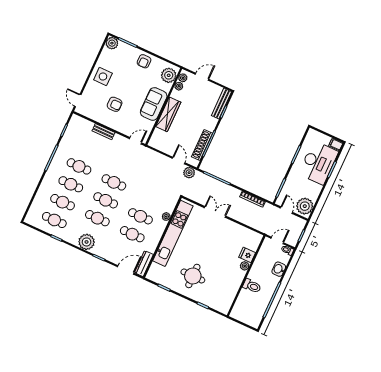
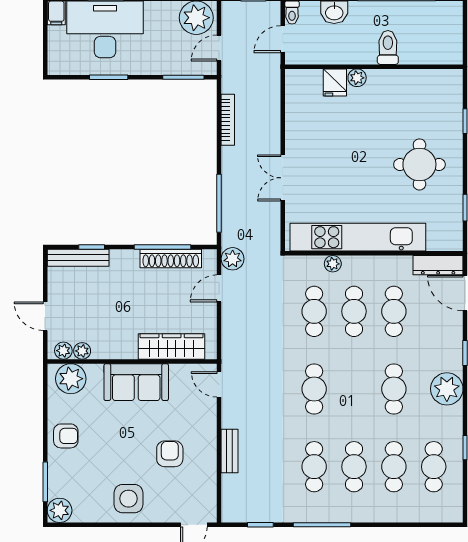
wardrobe: (168, 114) -> (172, 347), moved
cafe table: (106, 200) -> (314, 311), moved
door: (277, 240) -> (283, 39), hinge flipped

